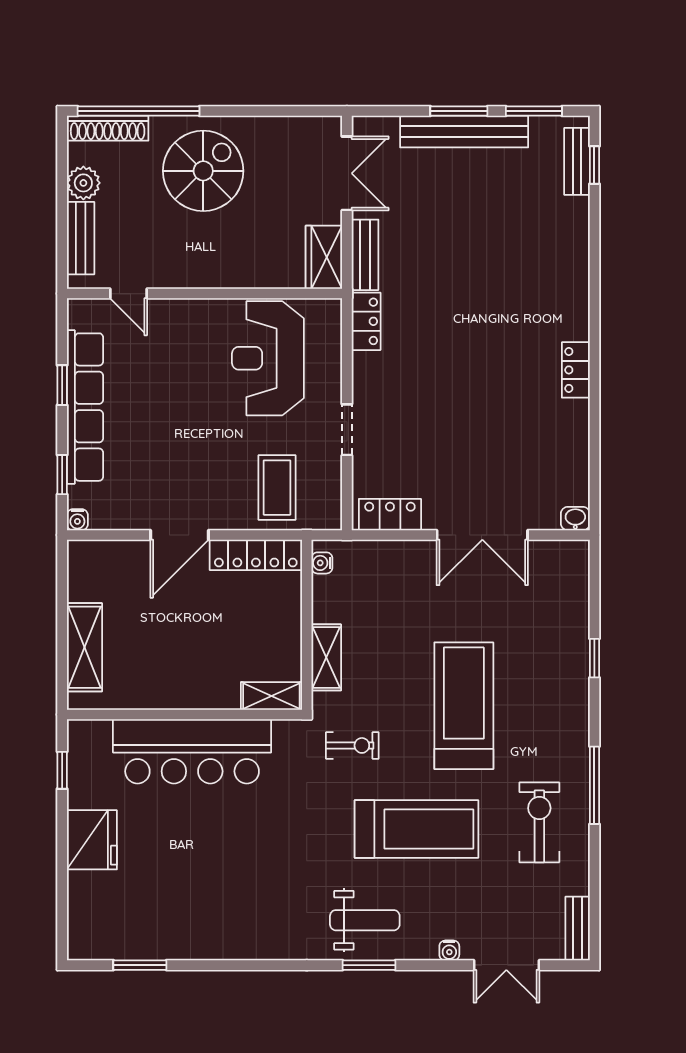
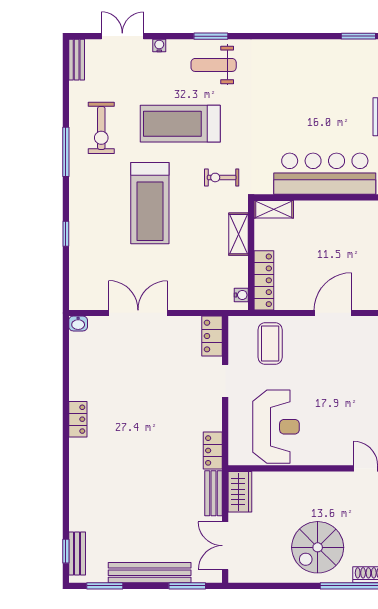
window: (459, 111) -> (187, 586), moved
locker: (390, 515) -> (212, 336), moved, turned 90
locker: (256, 555) -> (264, 280), moved, turned 90

